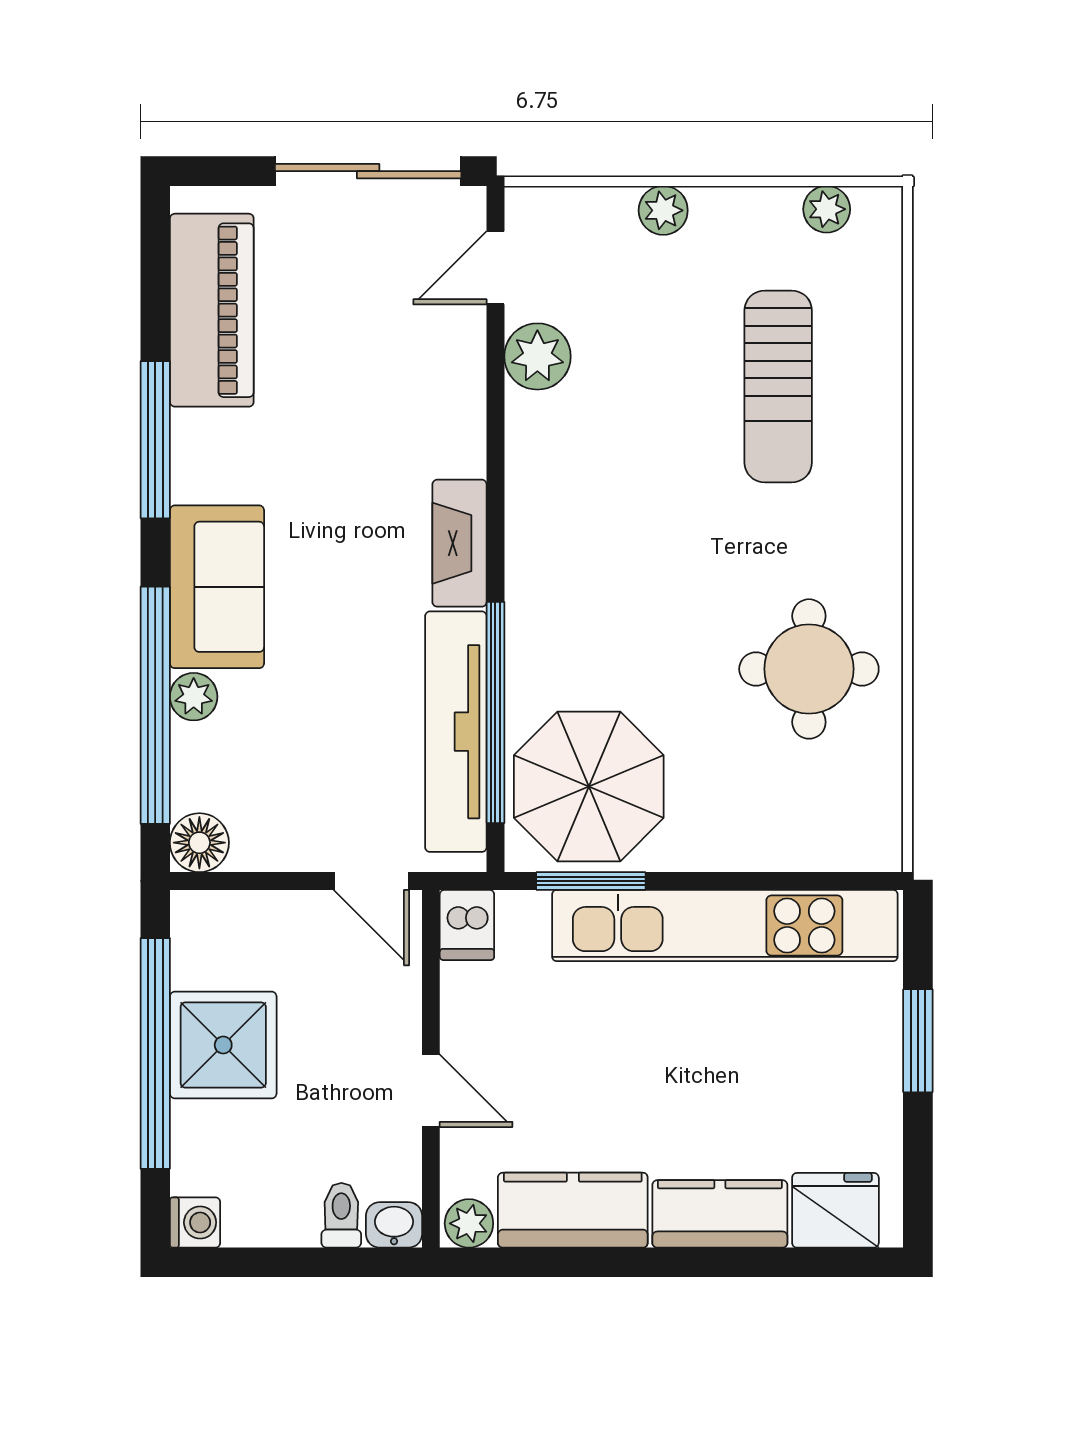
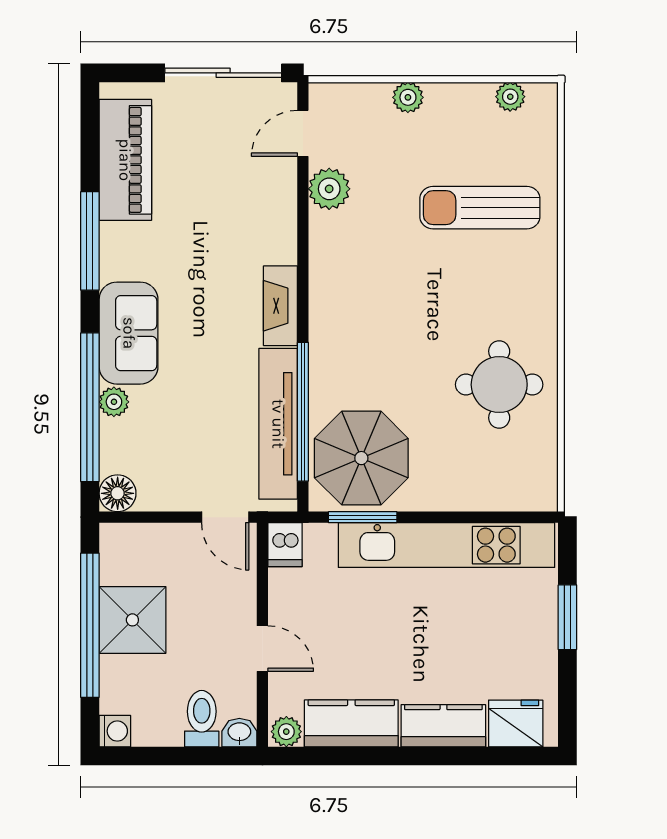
sun lounger: (778, 386) -> (480, 208), turned 90
toilet: (341, 1215) -> (202, 719), width x1.37, depth x1.39

